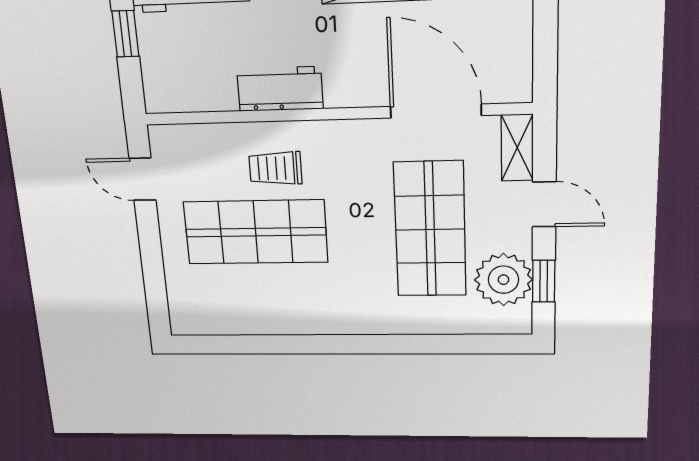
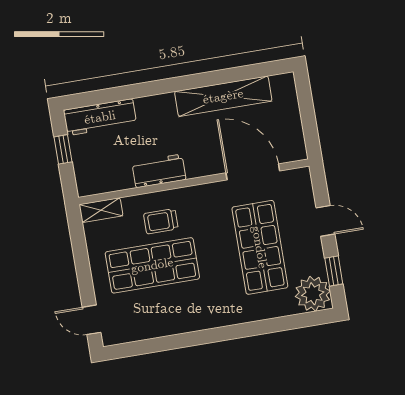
shelving: (517, 148) -> (101, 210), moved, turned 90
door: (142, 179) -> (92, 320), moved
plant: (503, 280) -> (313, 294), moved

